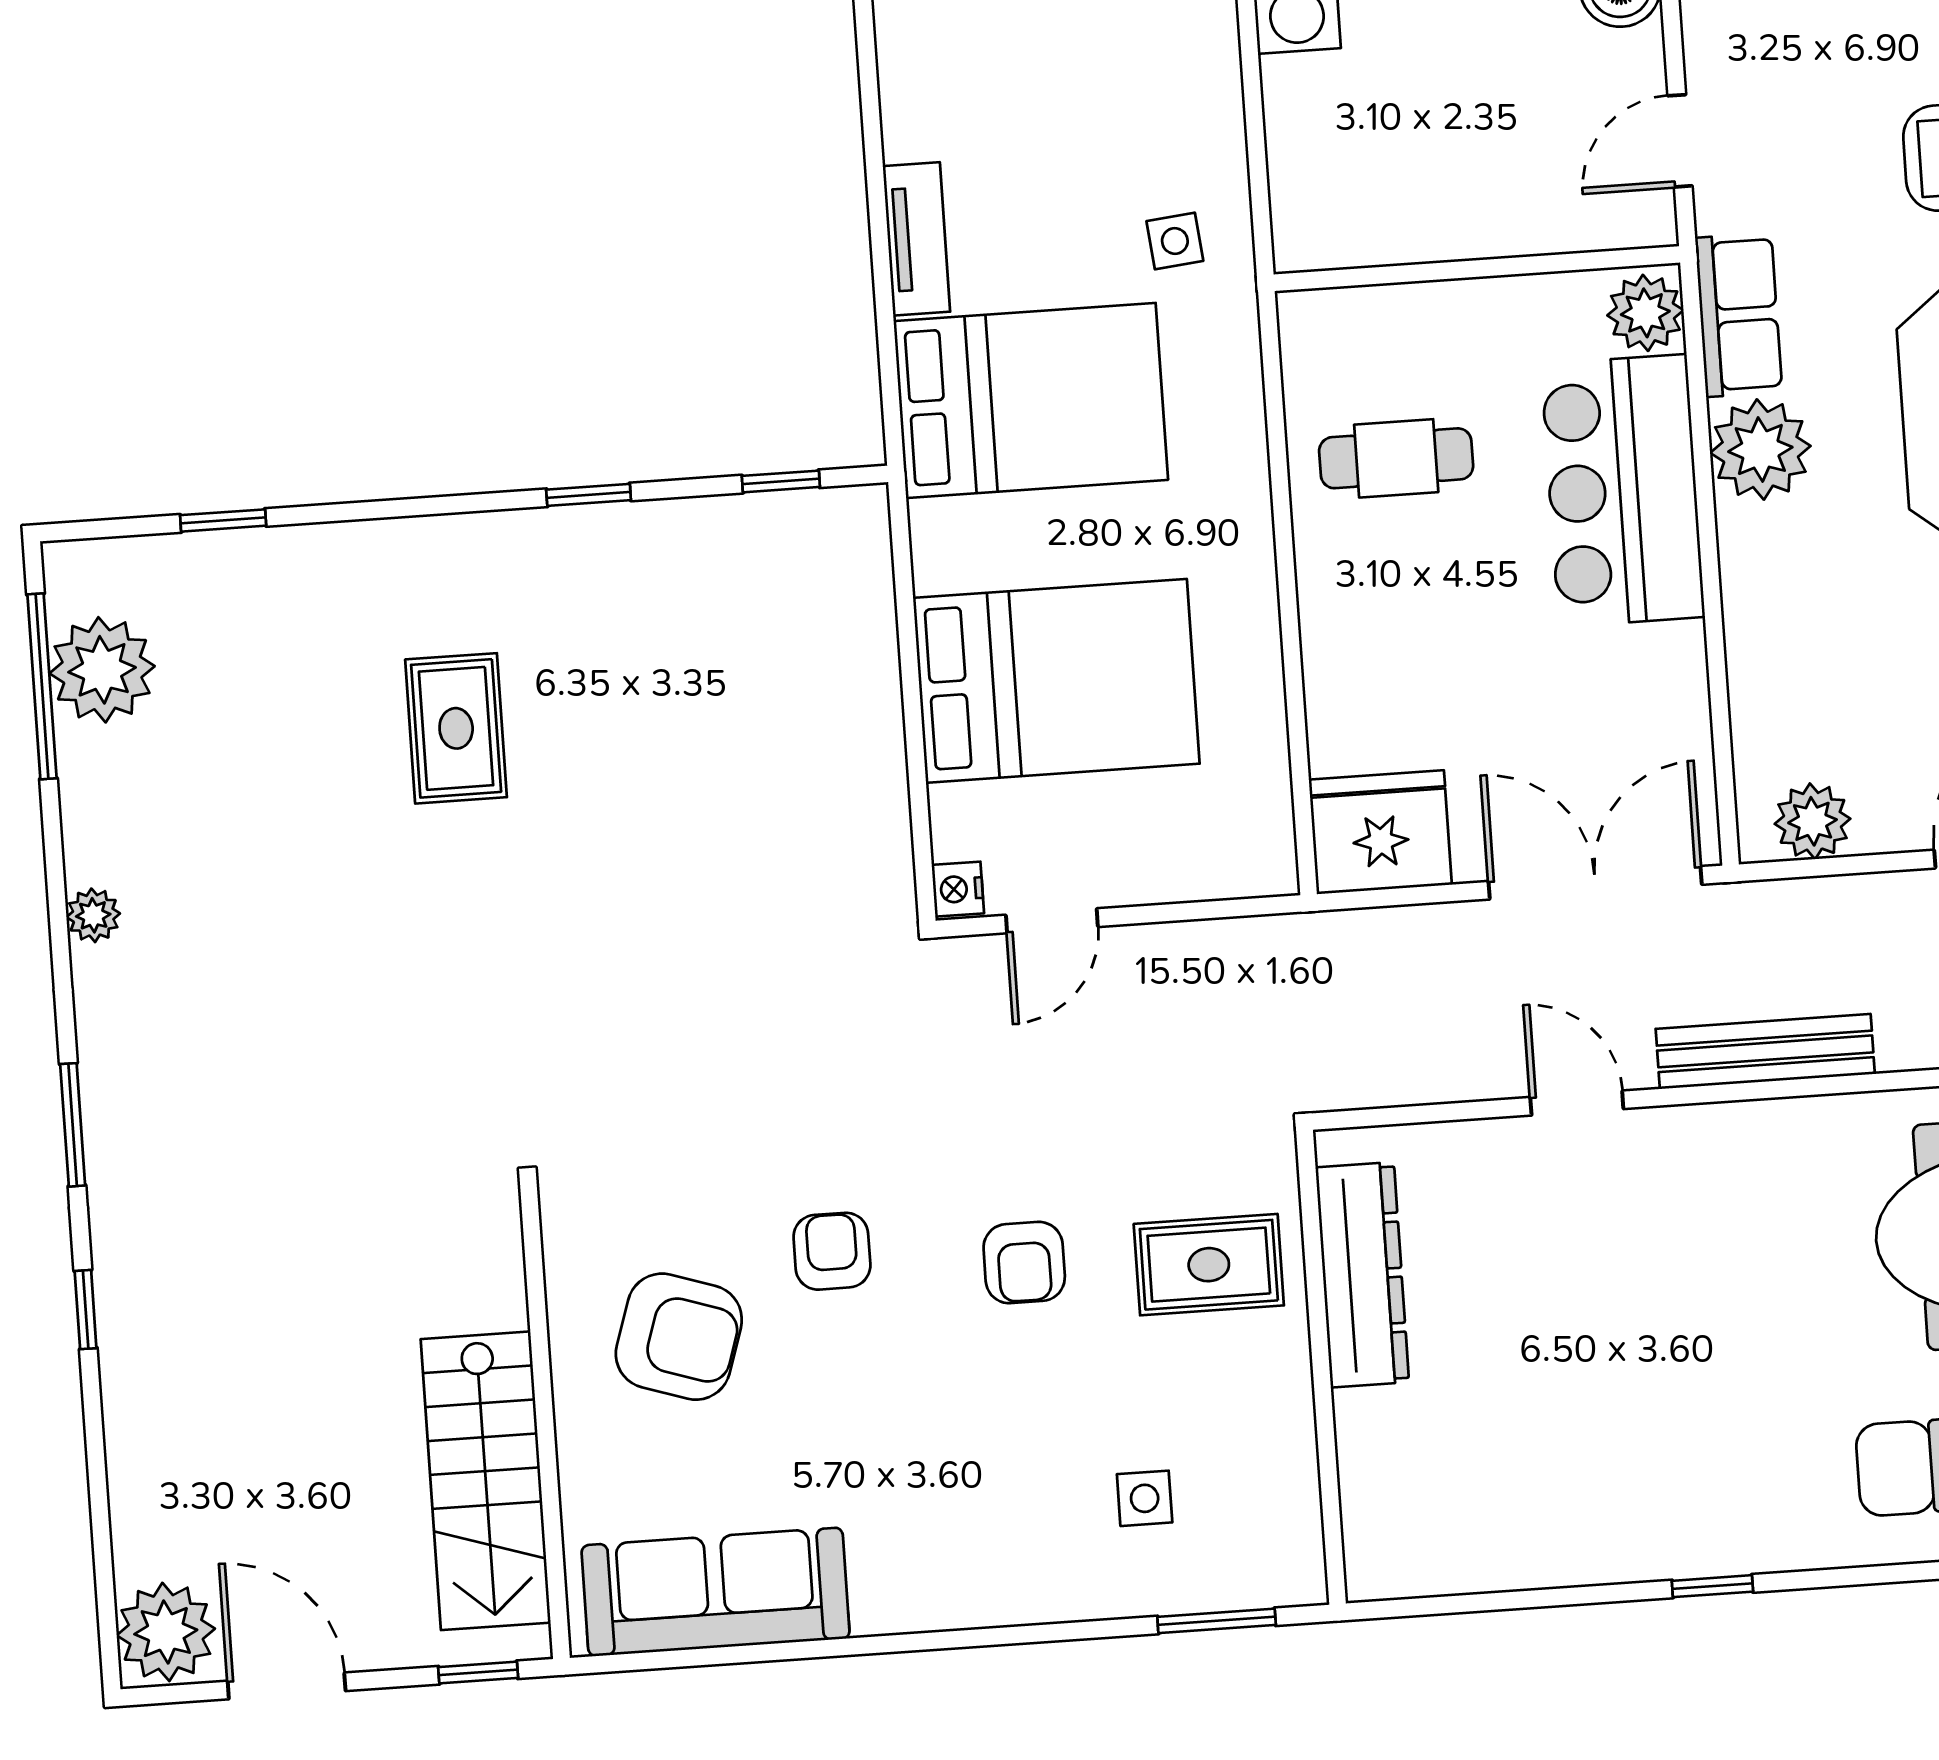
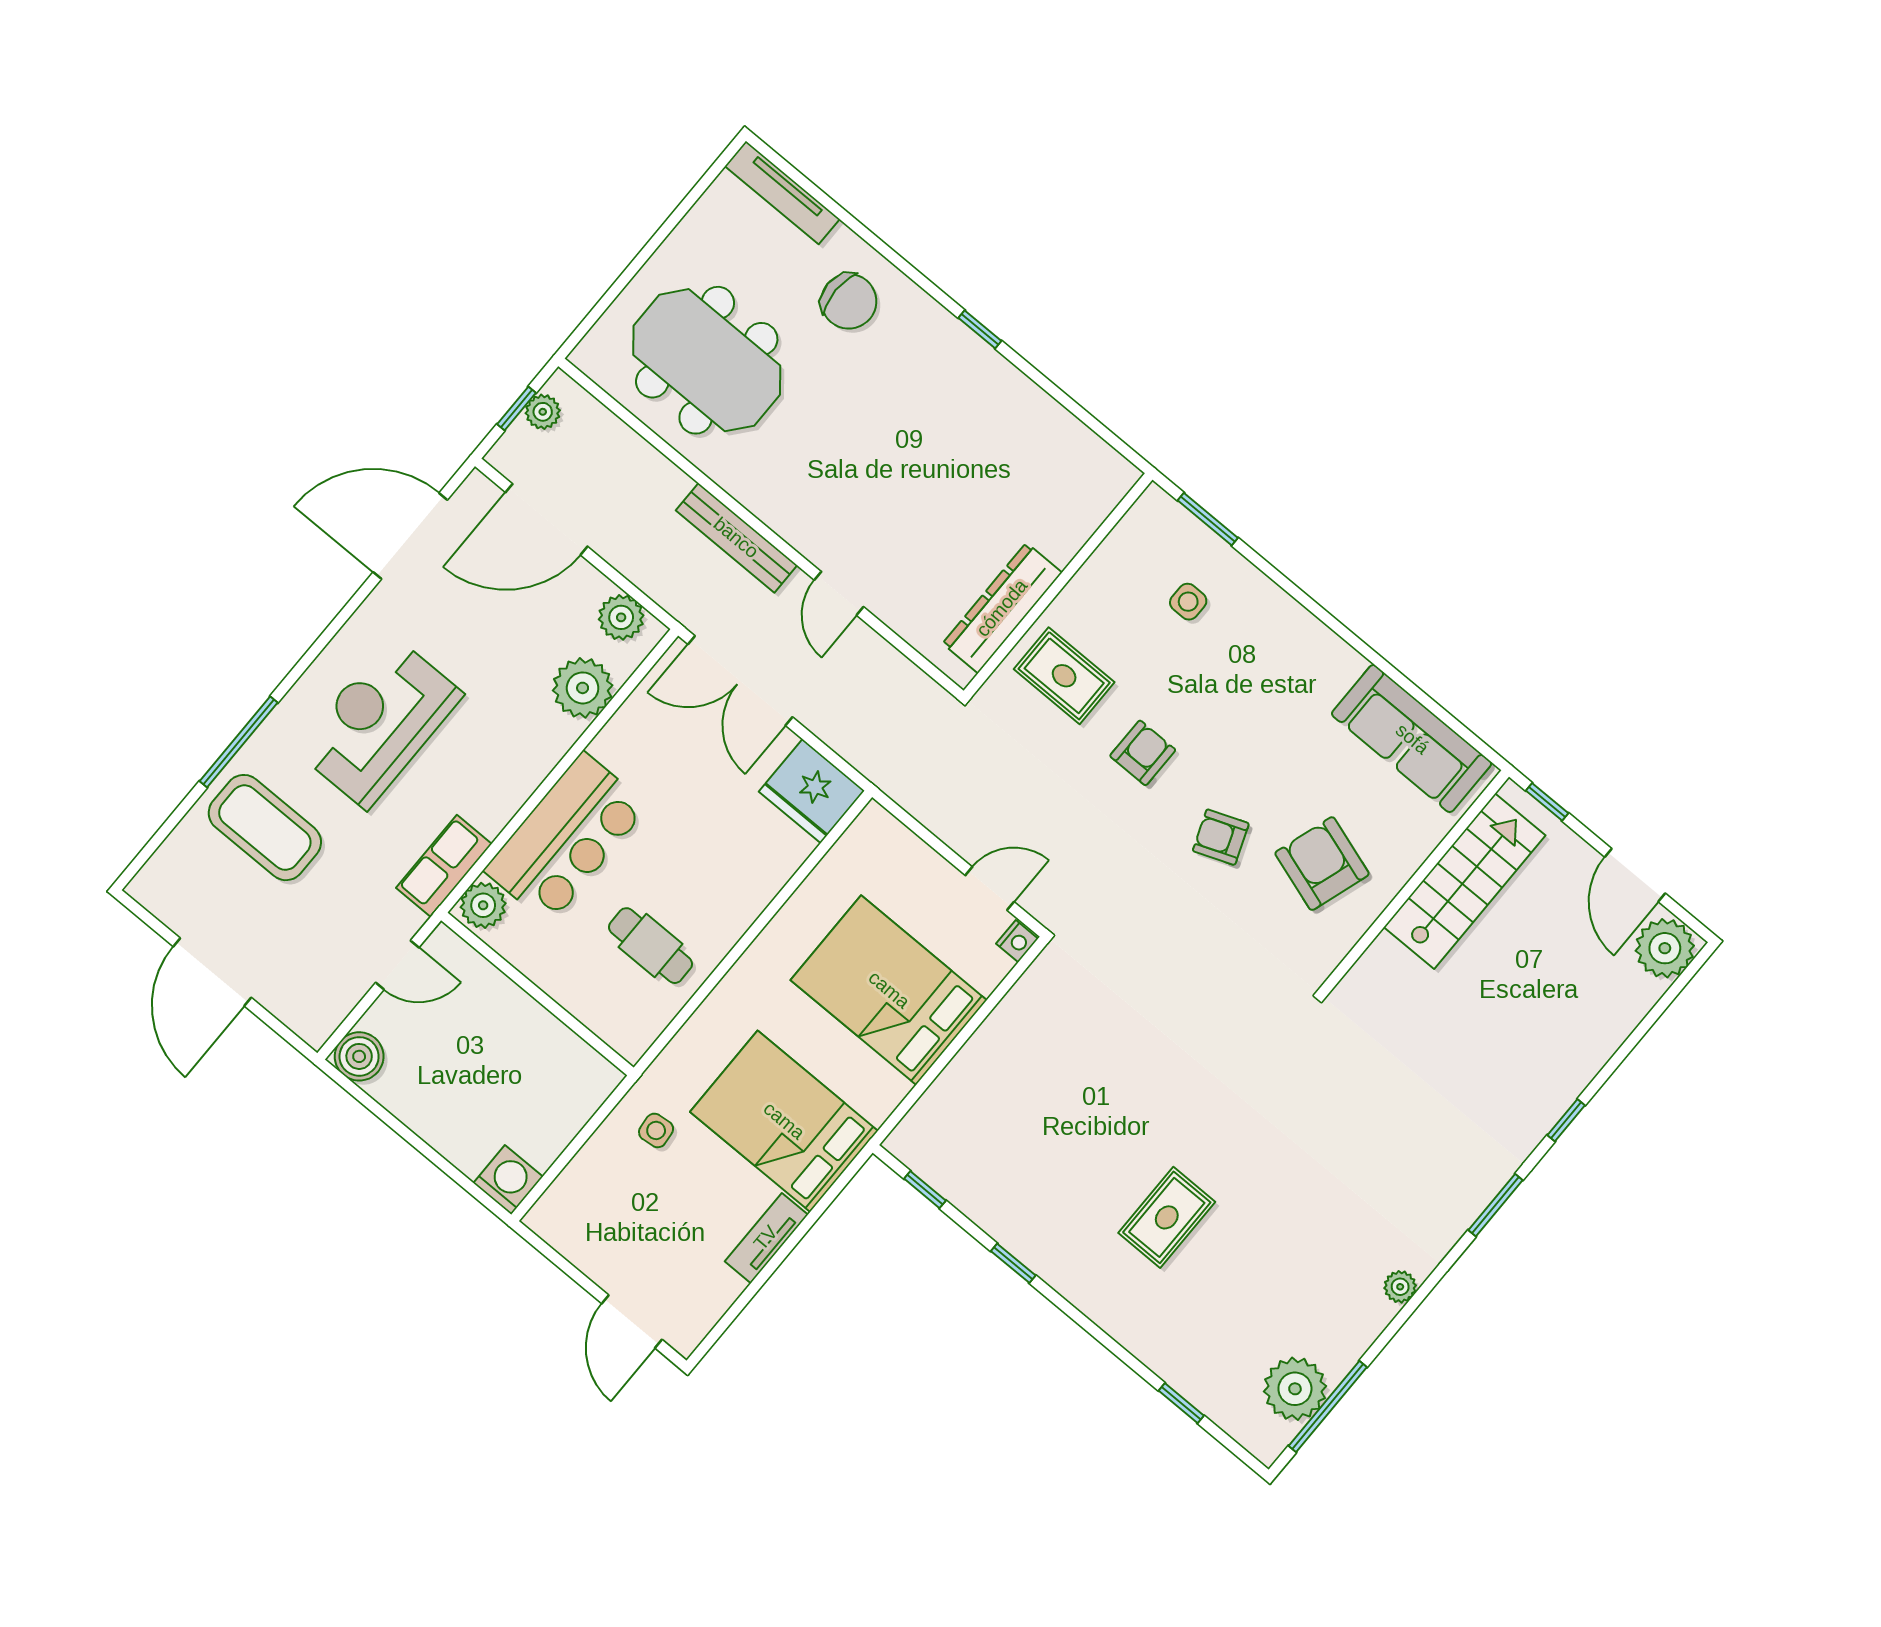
plant: (1760, 449) -> (583, 688), moved
armchair: (832, 1251) -> (1221, 837), turned 69

